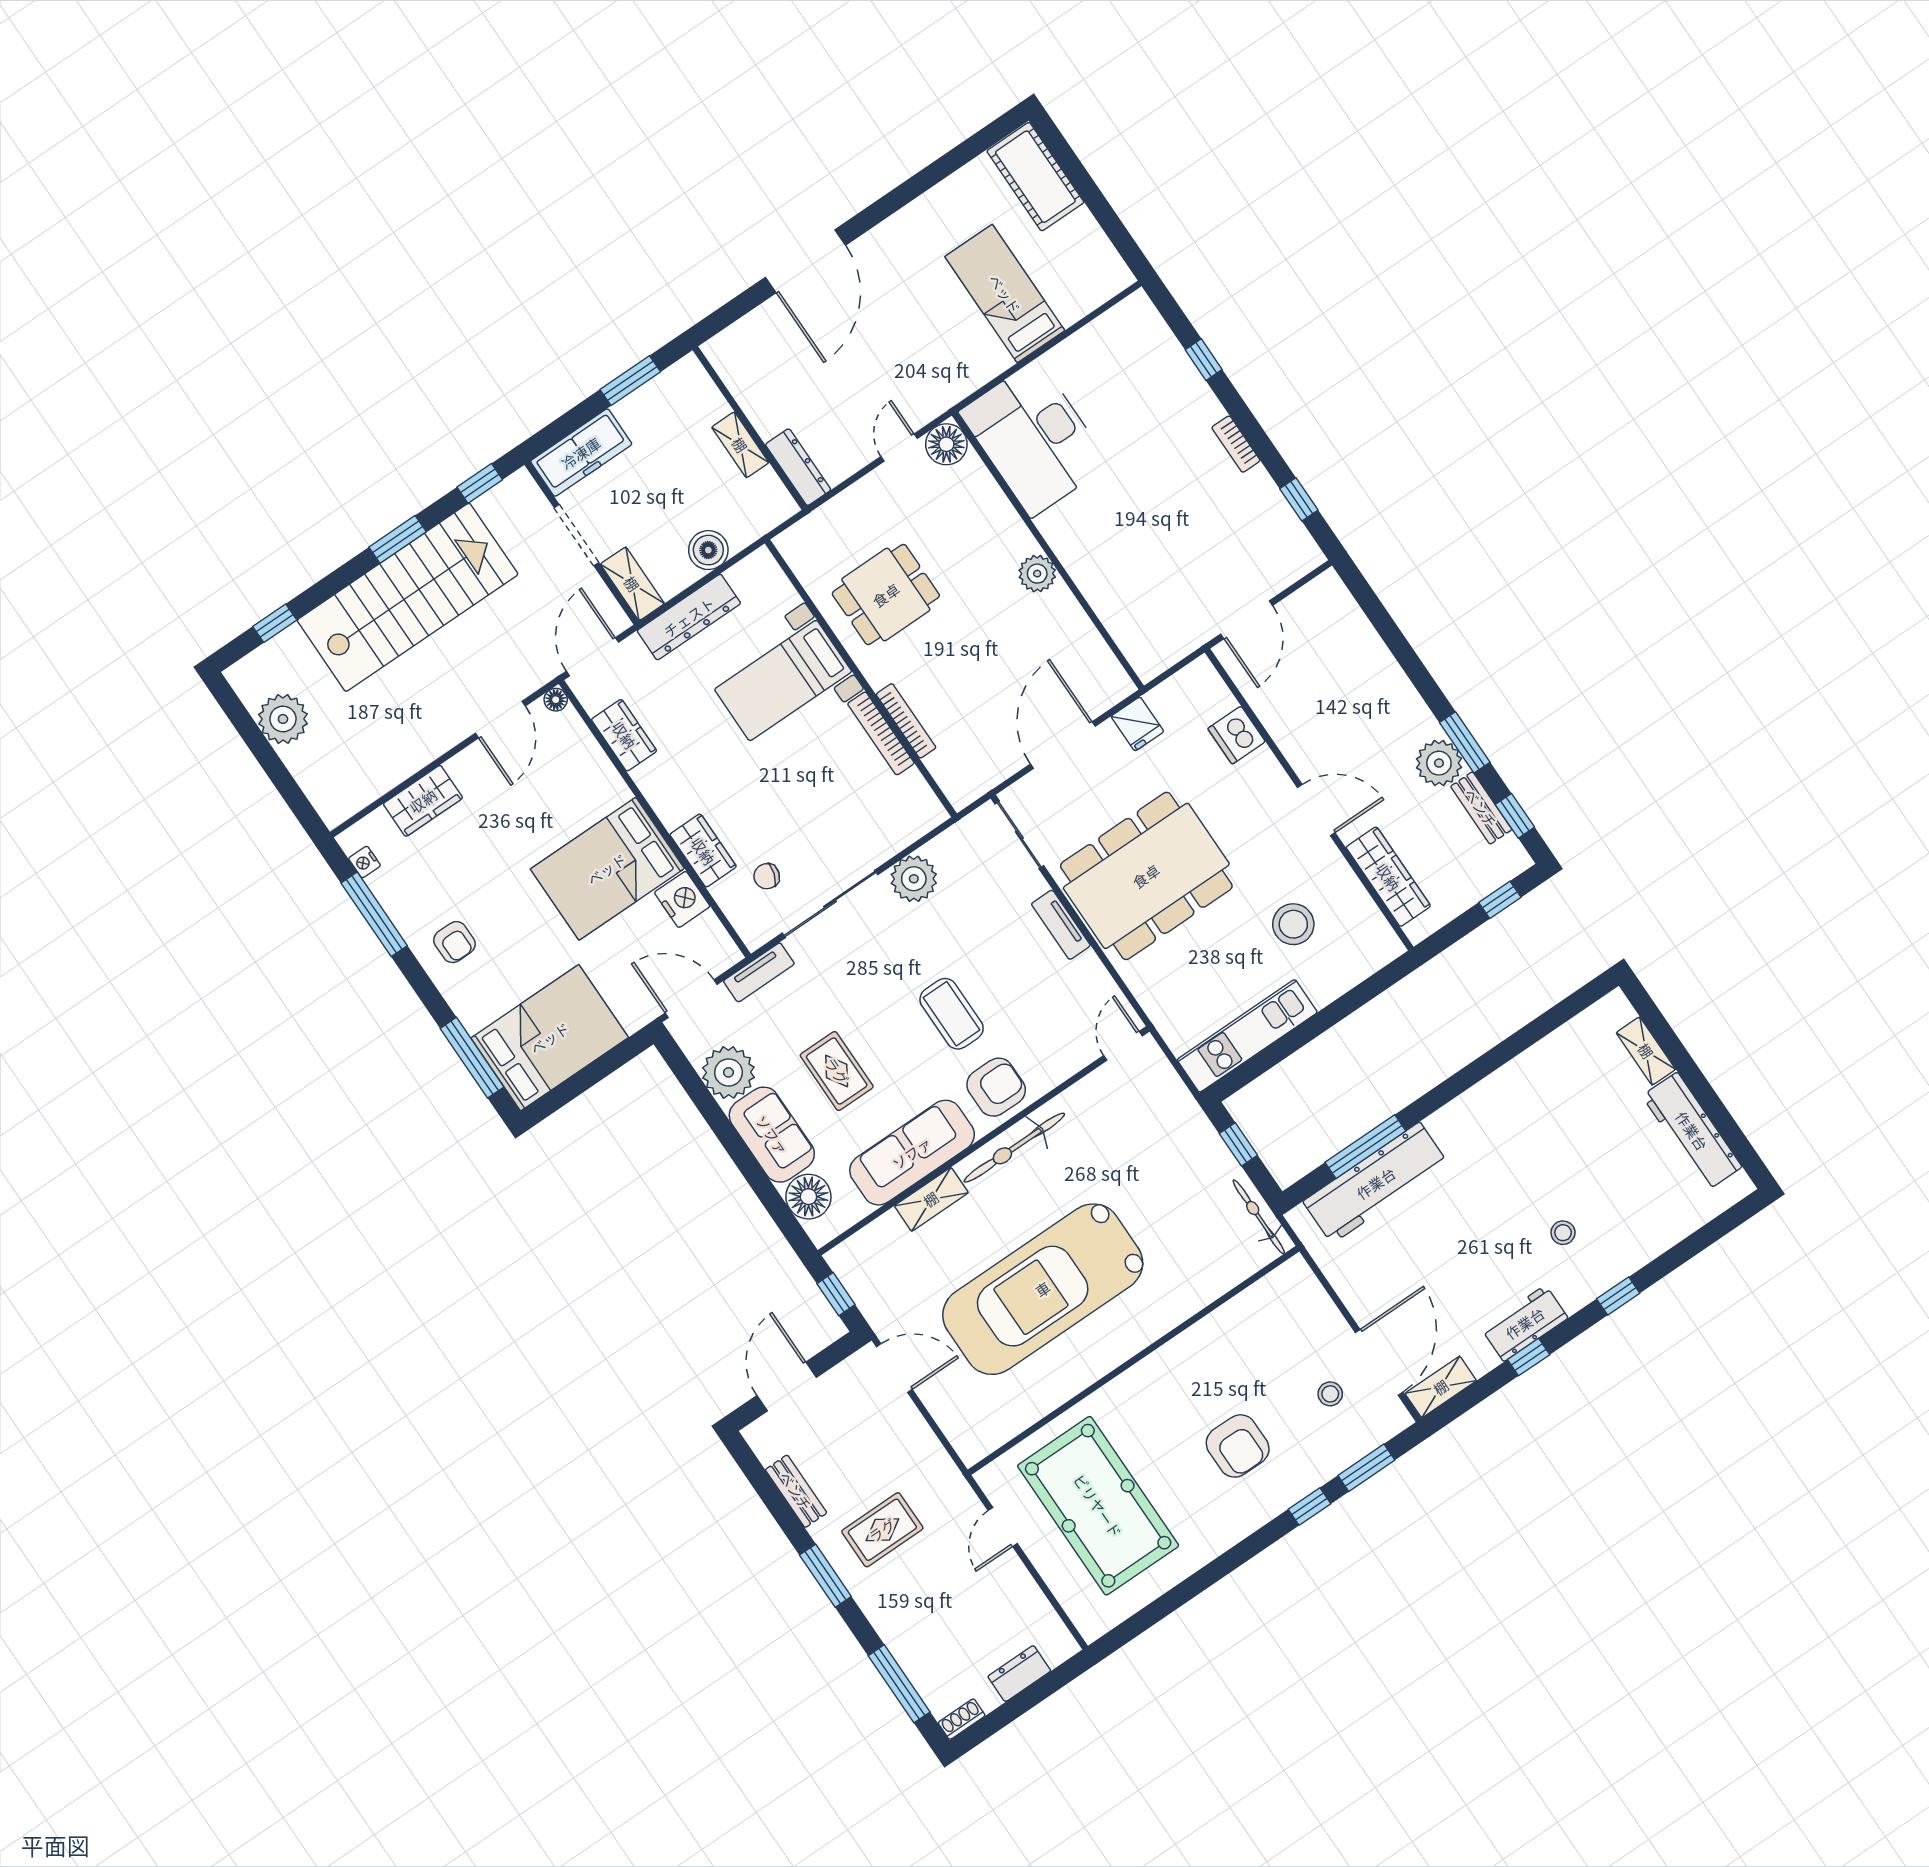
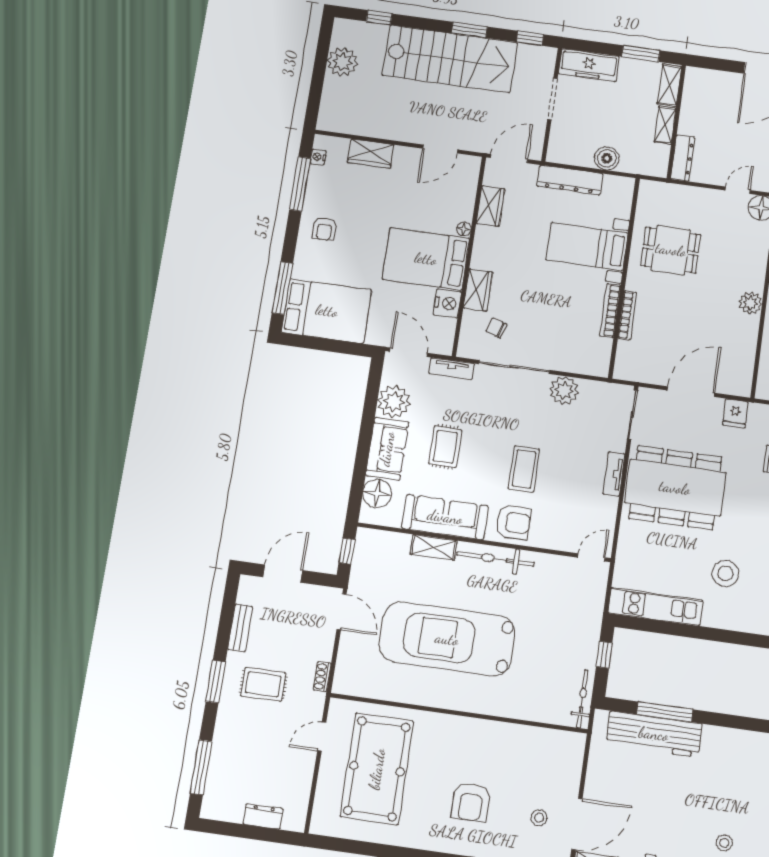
shelving: (632, 584) -> (670, 85), moved
floor lamp: (556, 700) -> (464, 229), moved
shoe rack: (962, 1719) -> (322, 676), moved, turned -90

